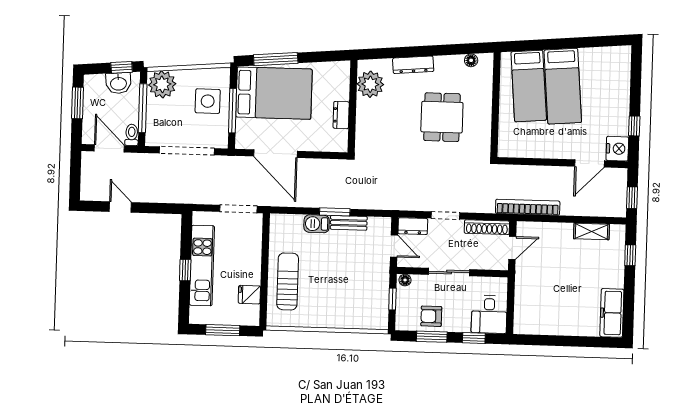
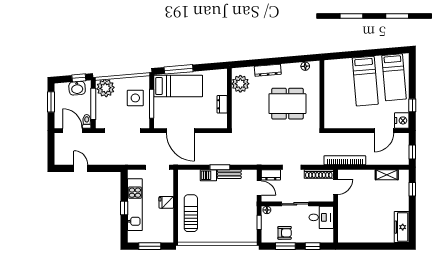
bed: (529, 86) -> (394, 77), moved
bed: (274, 93) -> (178, 86), width x0.67
dining table: (442, 117) -> (287, 104), width x1.38
fridge: (249, 295) -> (166, 202), moved
desk: (489, 314) -> (321, 217), moved, turned -90
armchair: (431, 316) -> (285, 233), turned 180

